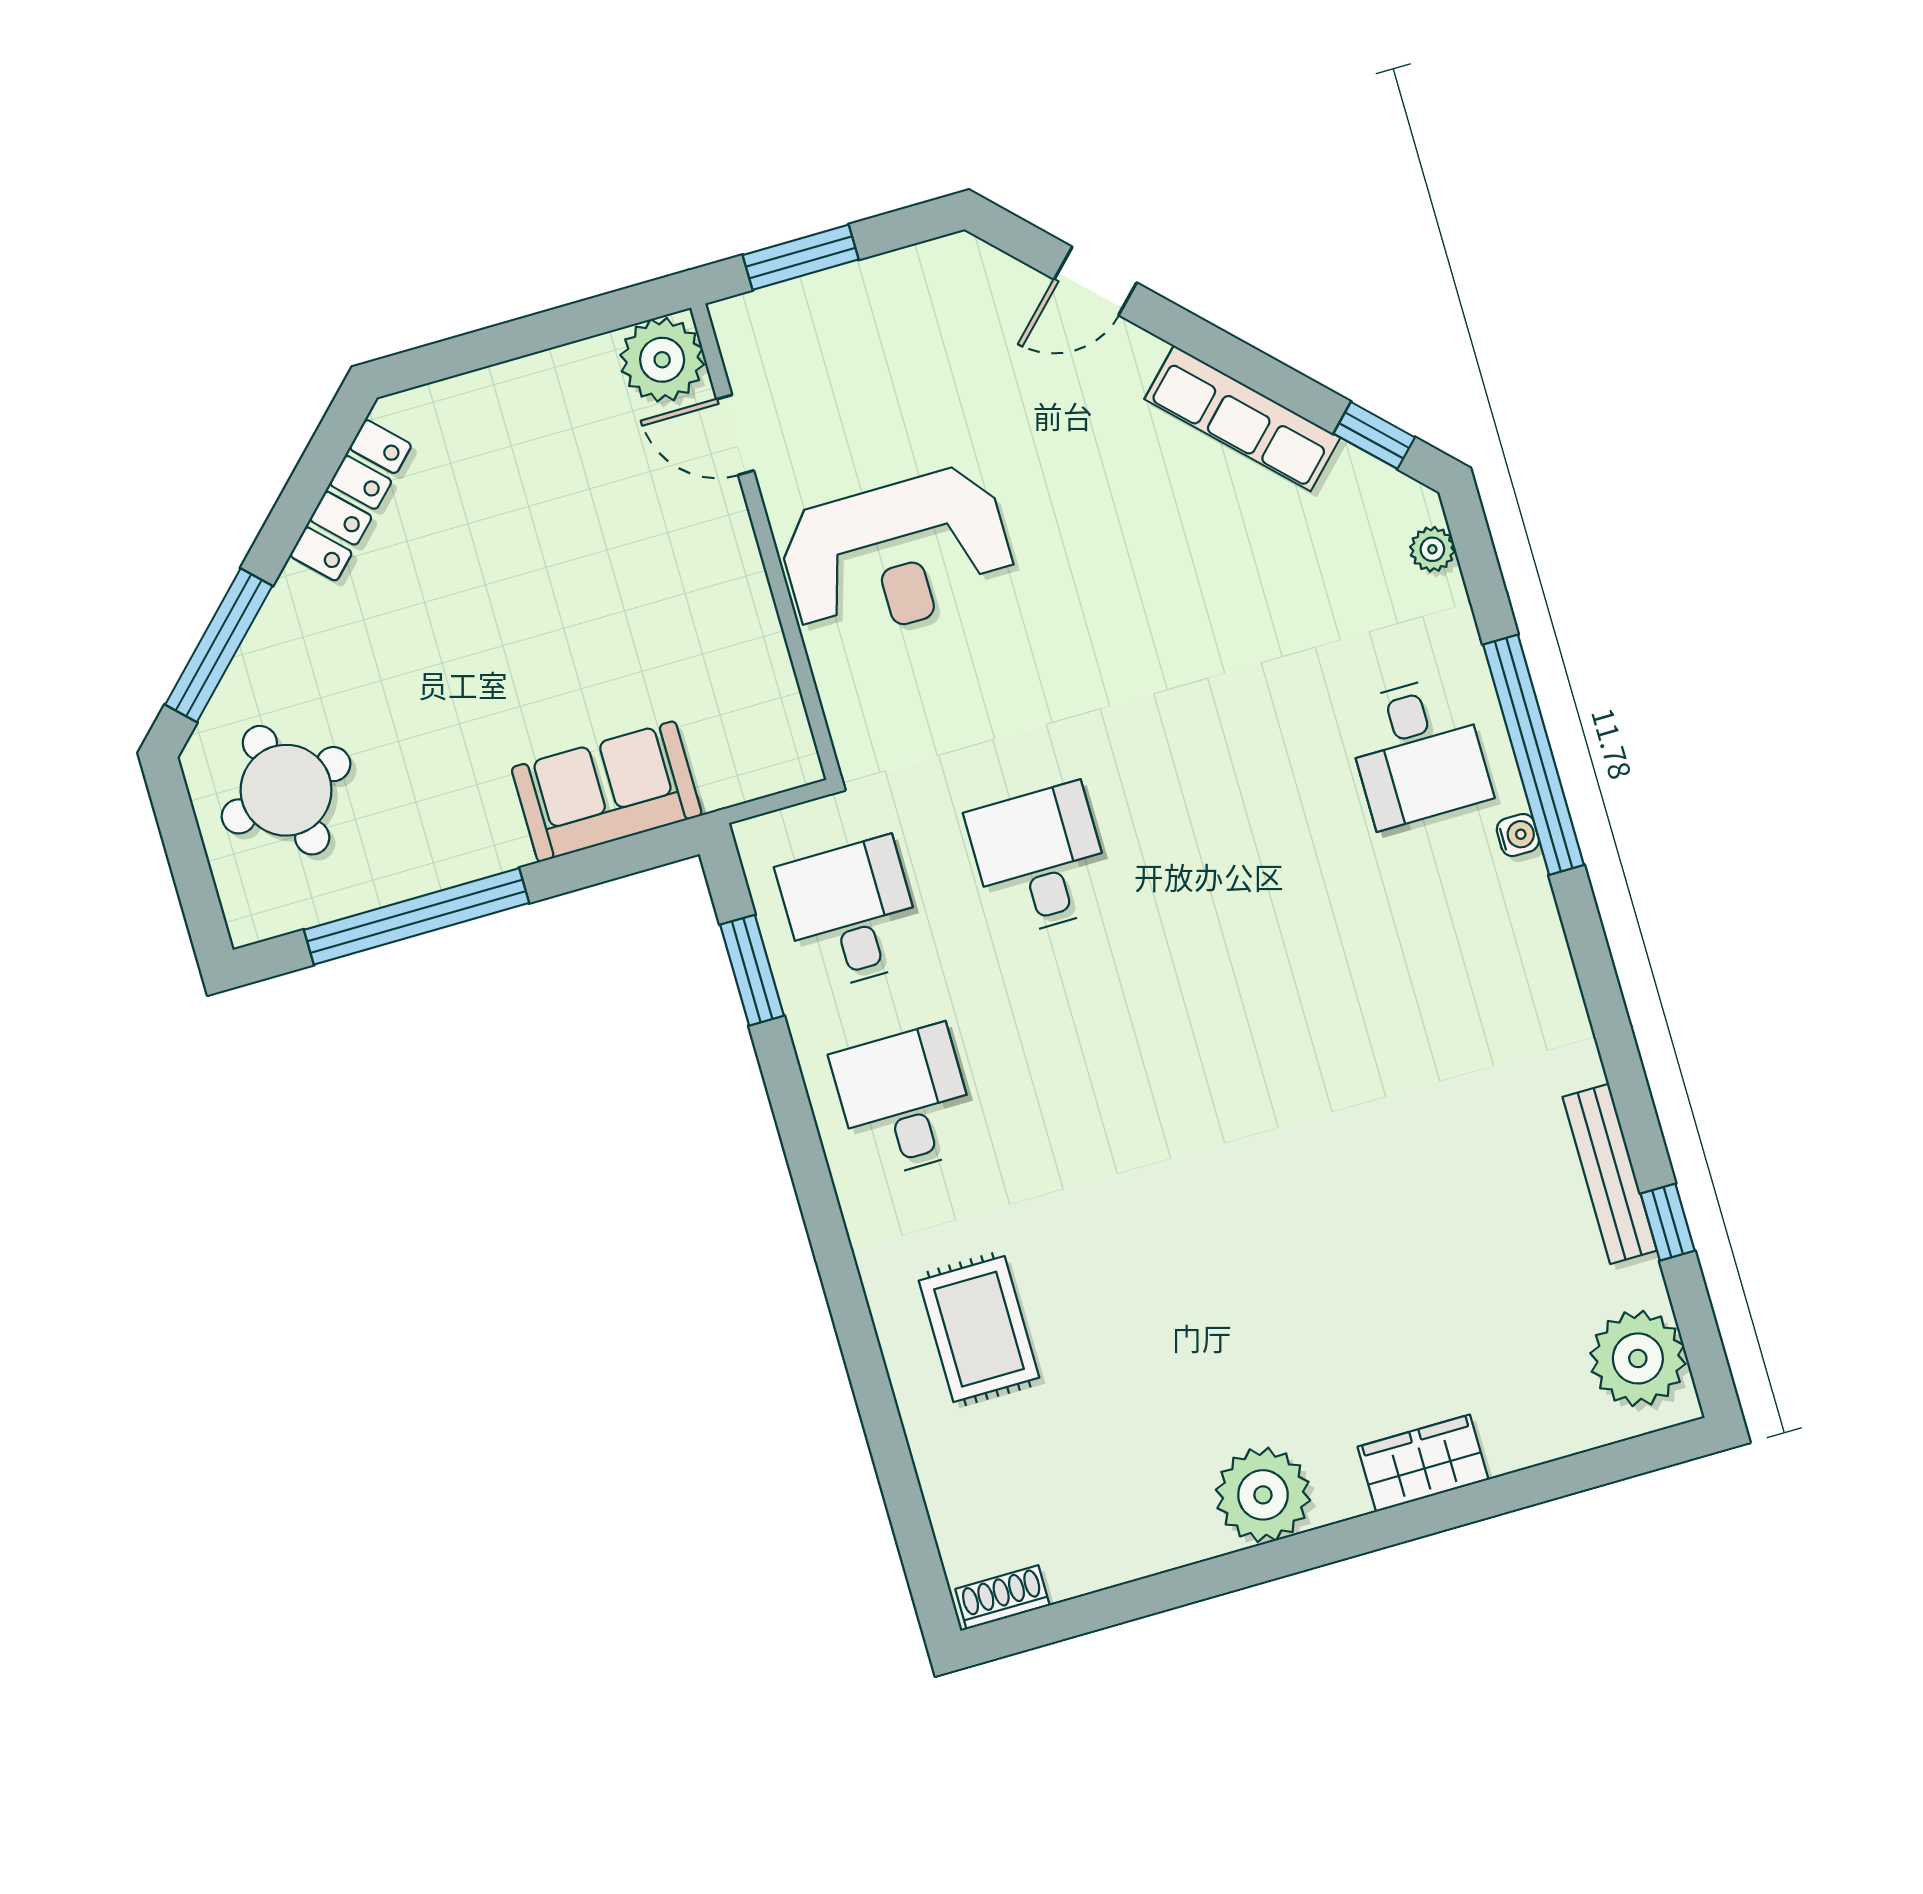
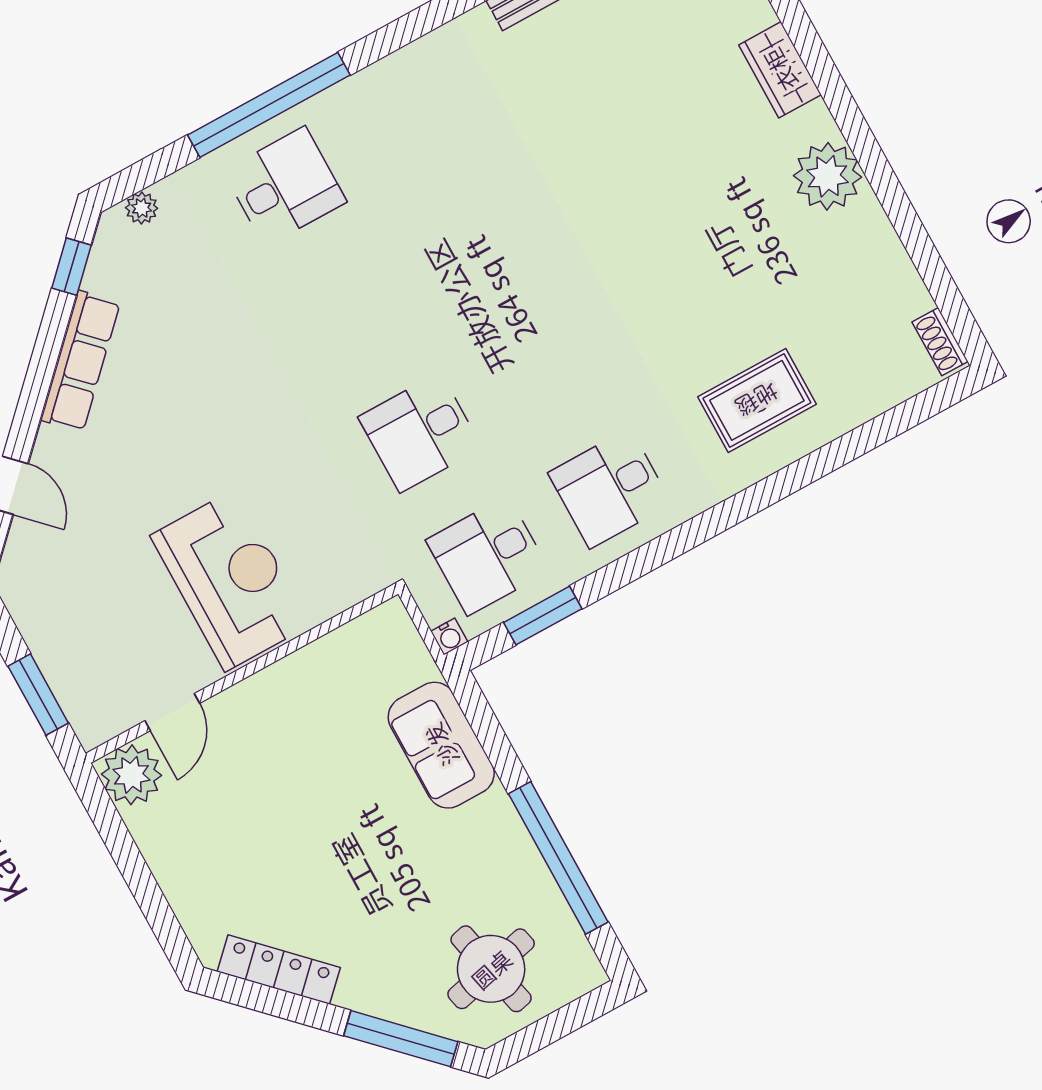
water cooler: (1518, 835) -> (449, 636), moved, turned 180

